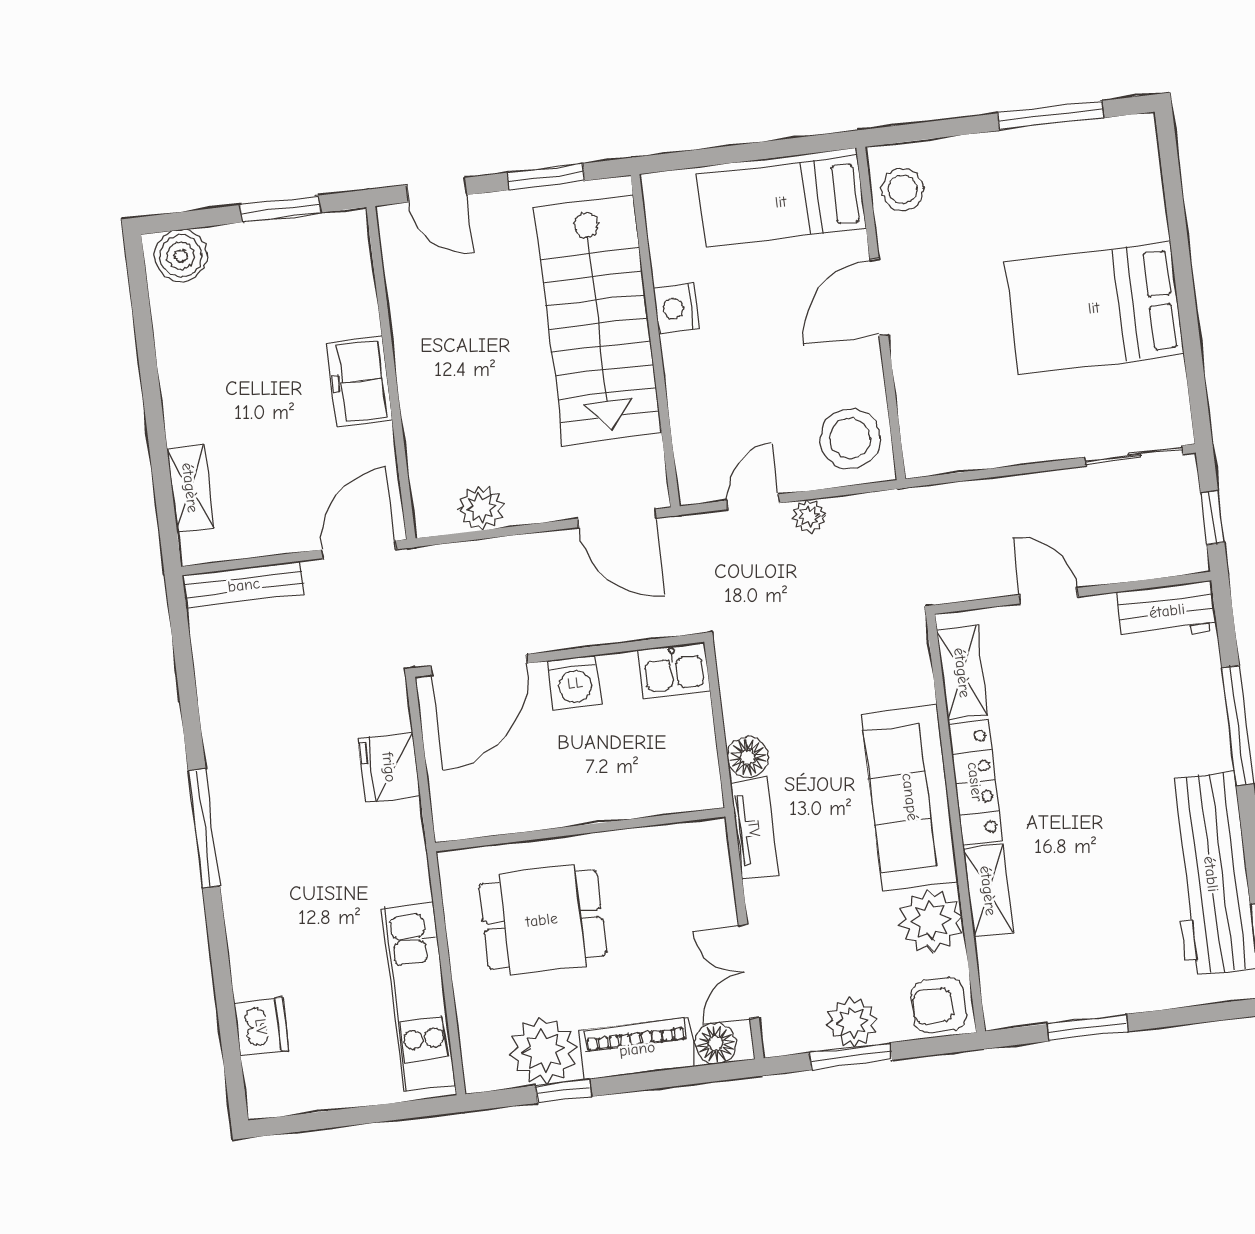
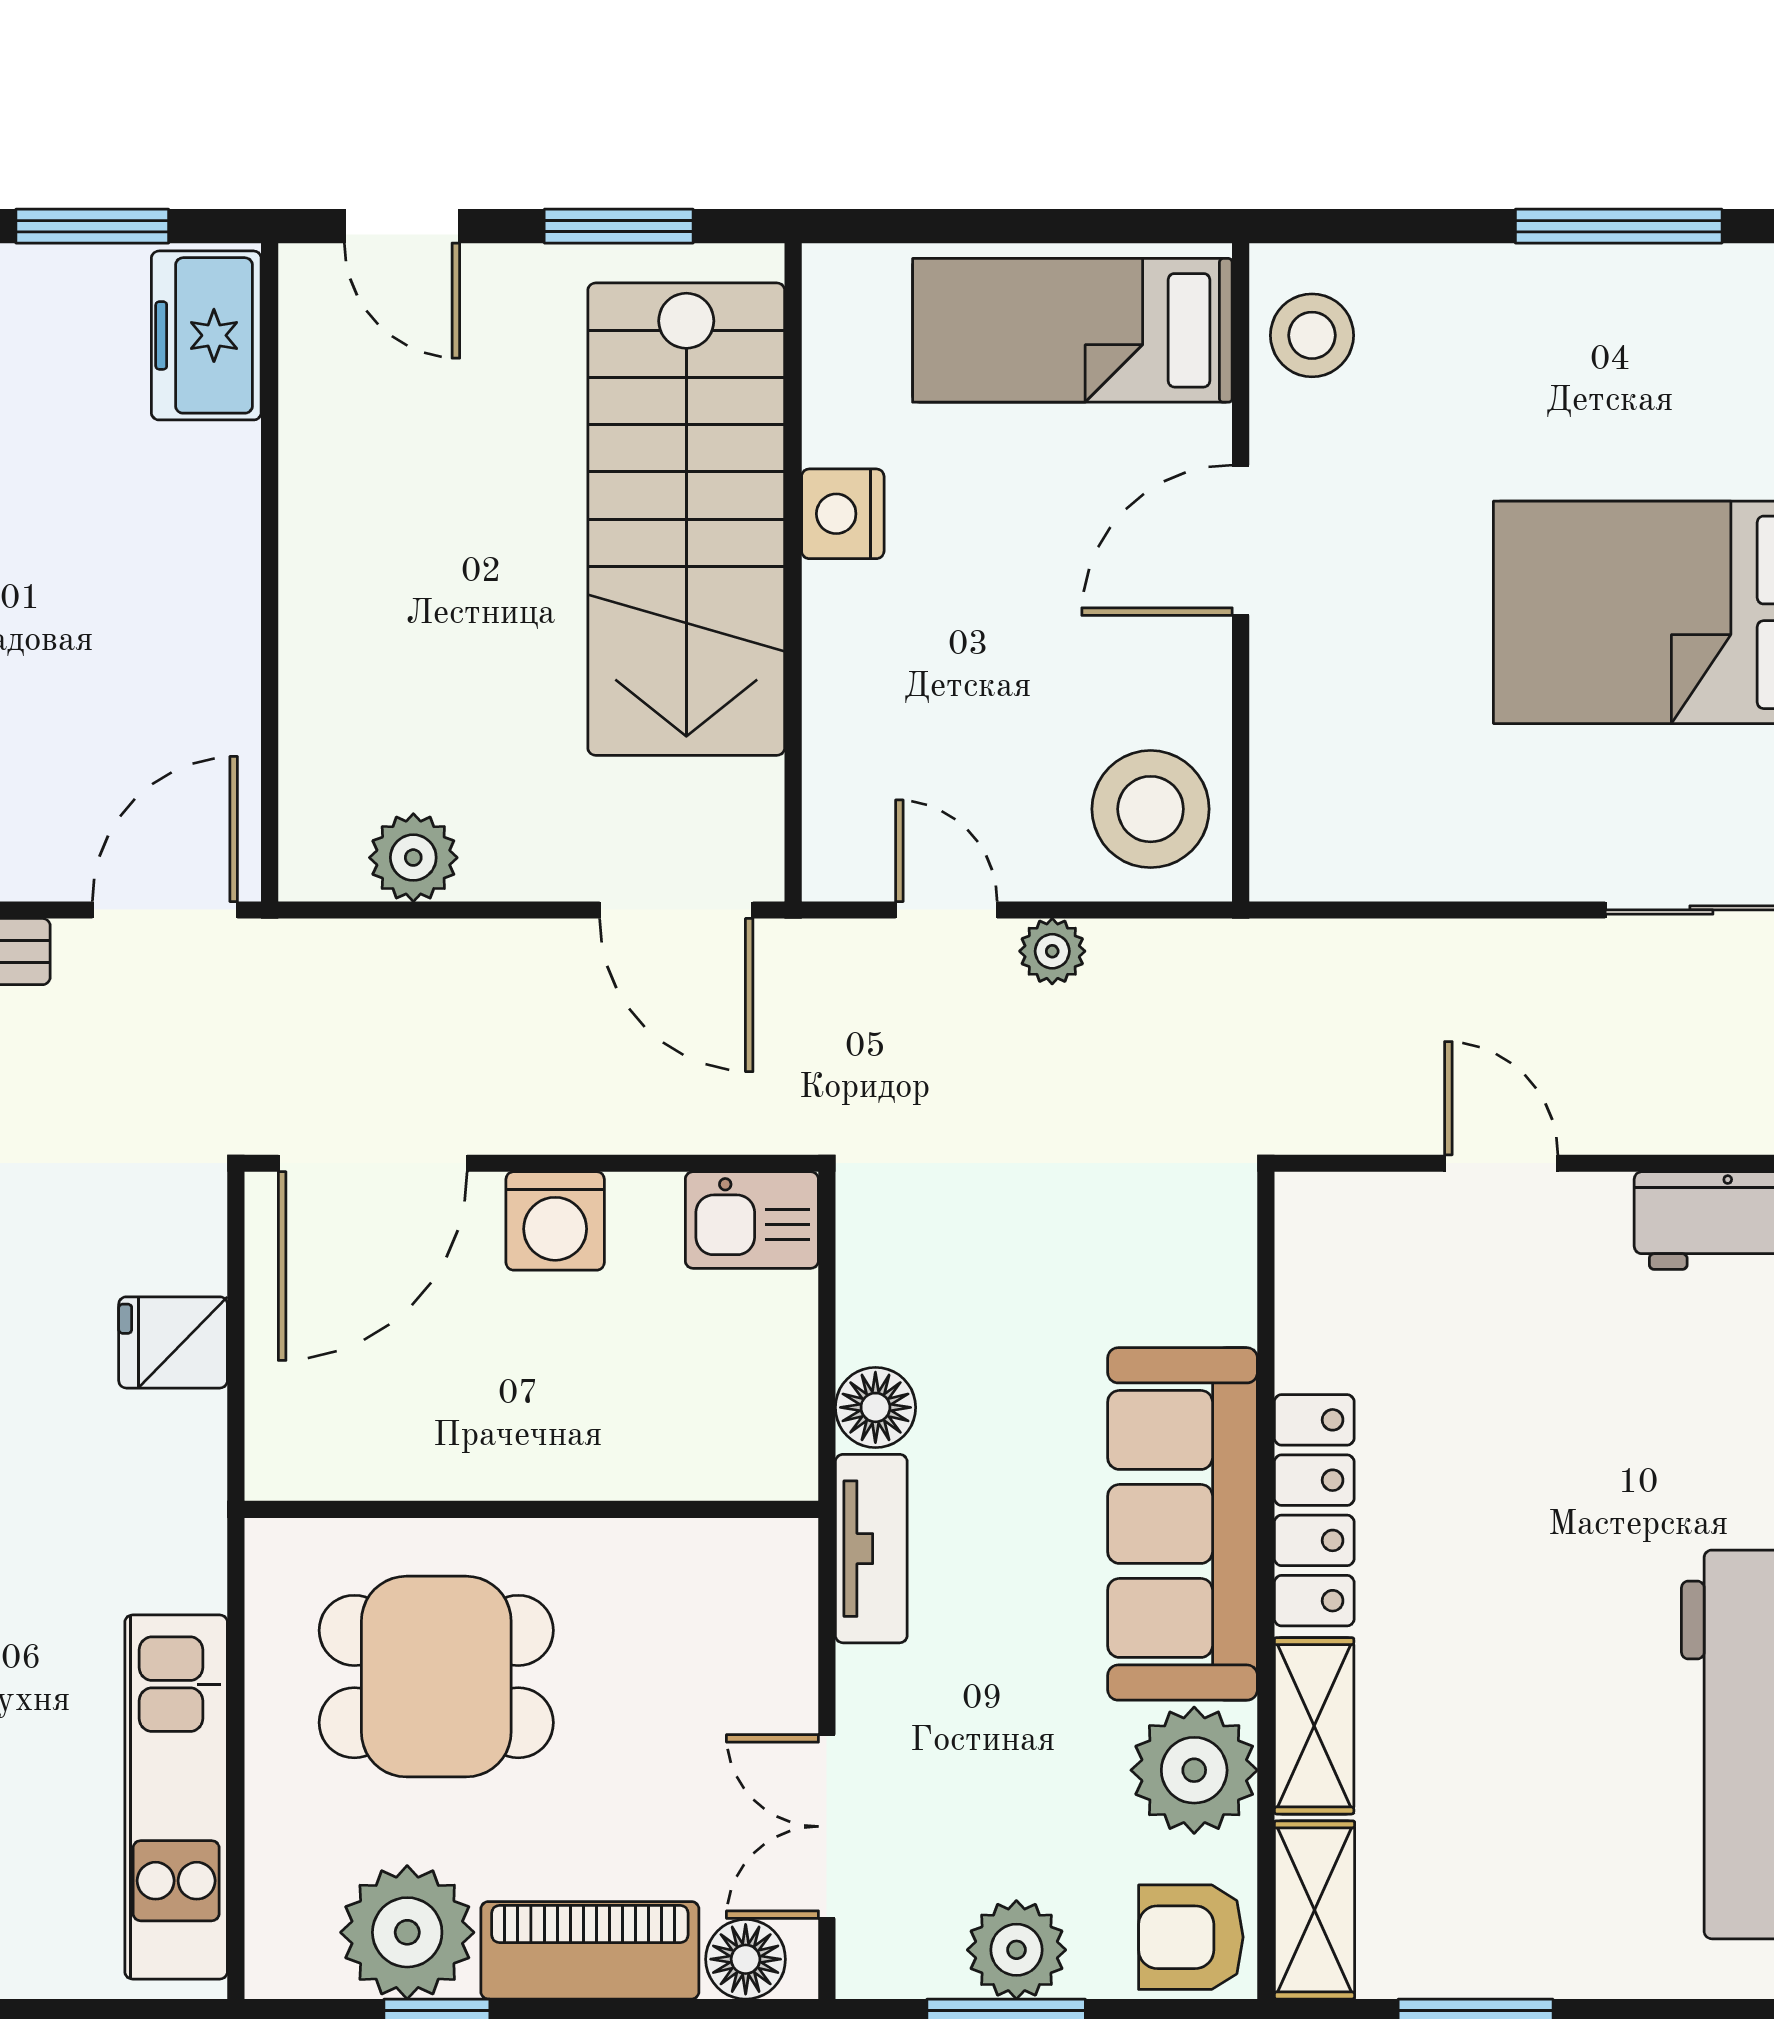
freezer: (360, 381) -> (206, 335), moved
door: (753, 502) -> (946, 910), hinge flipped
shelving: (962, 673) -> (1314, 1910), moved
fridge: (389, 767) -> (173, 1342), width x0.72

